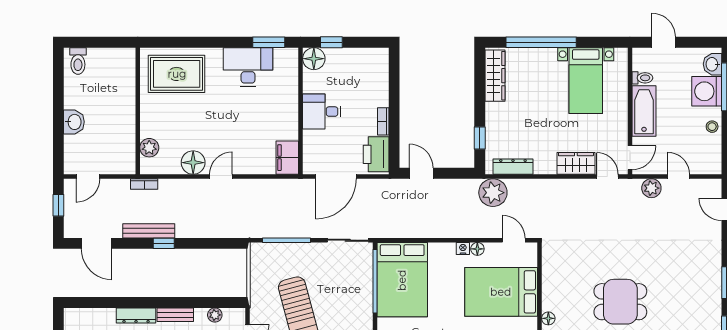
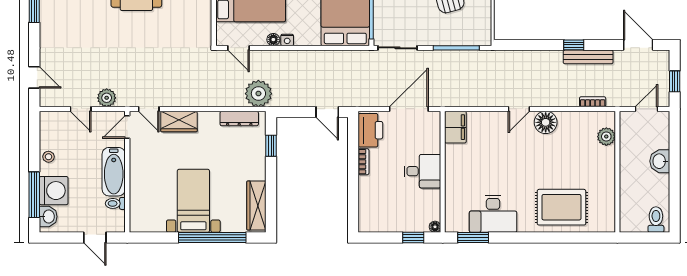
floor lamp: (314, 59) -> (435, 227), width x0.53, depth x0.53
bed with nightstands: (586, 81) -> (193, 201), moved
wall: (138, 111) -> (617, 172), moved
plant: (149, 148) -> (606, 137), moved

